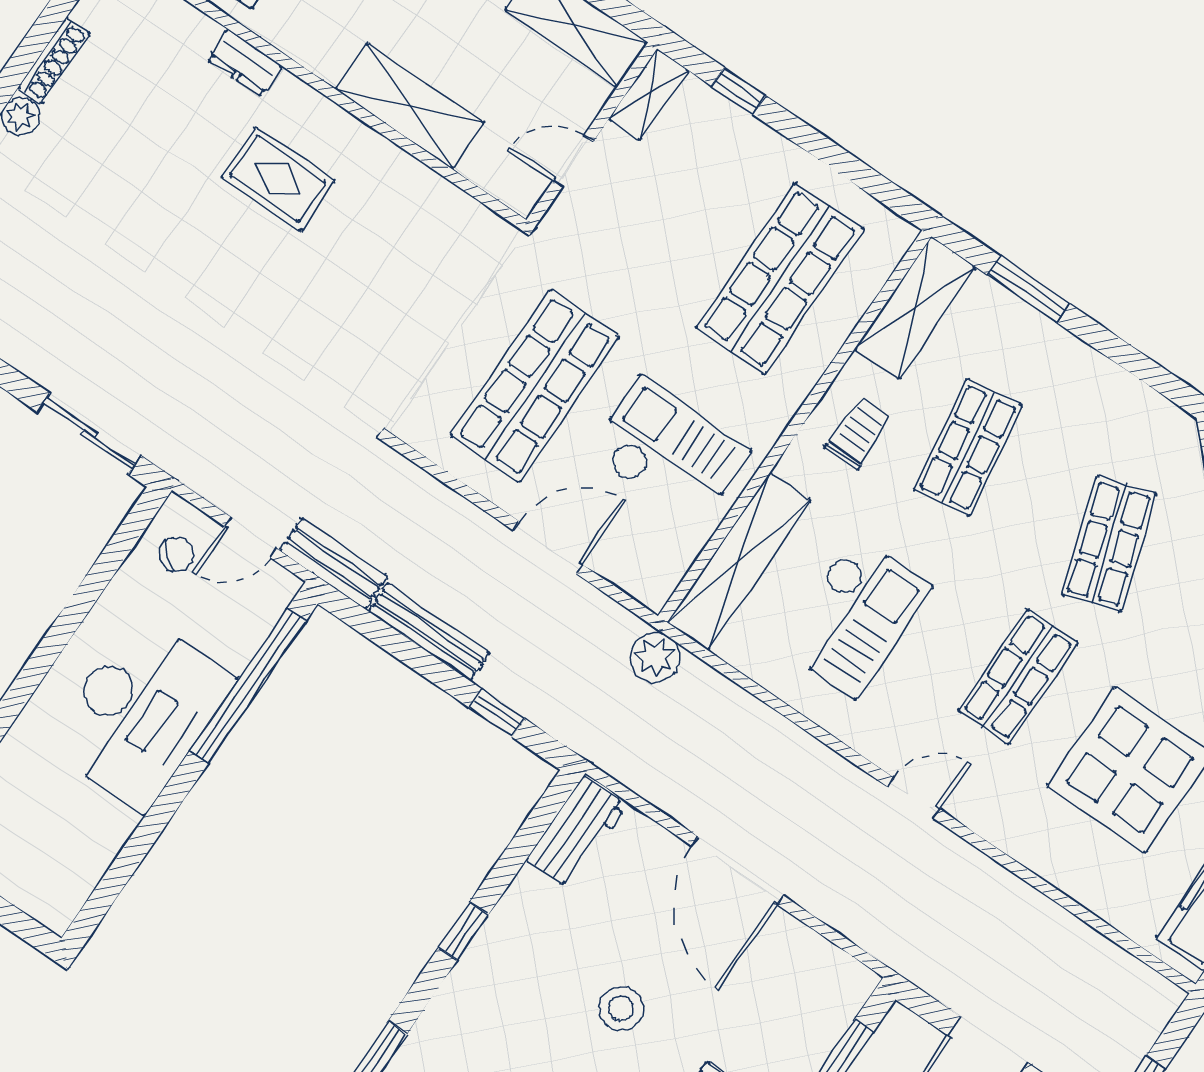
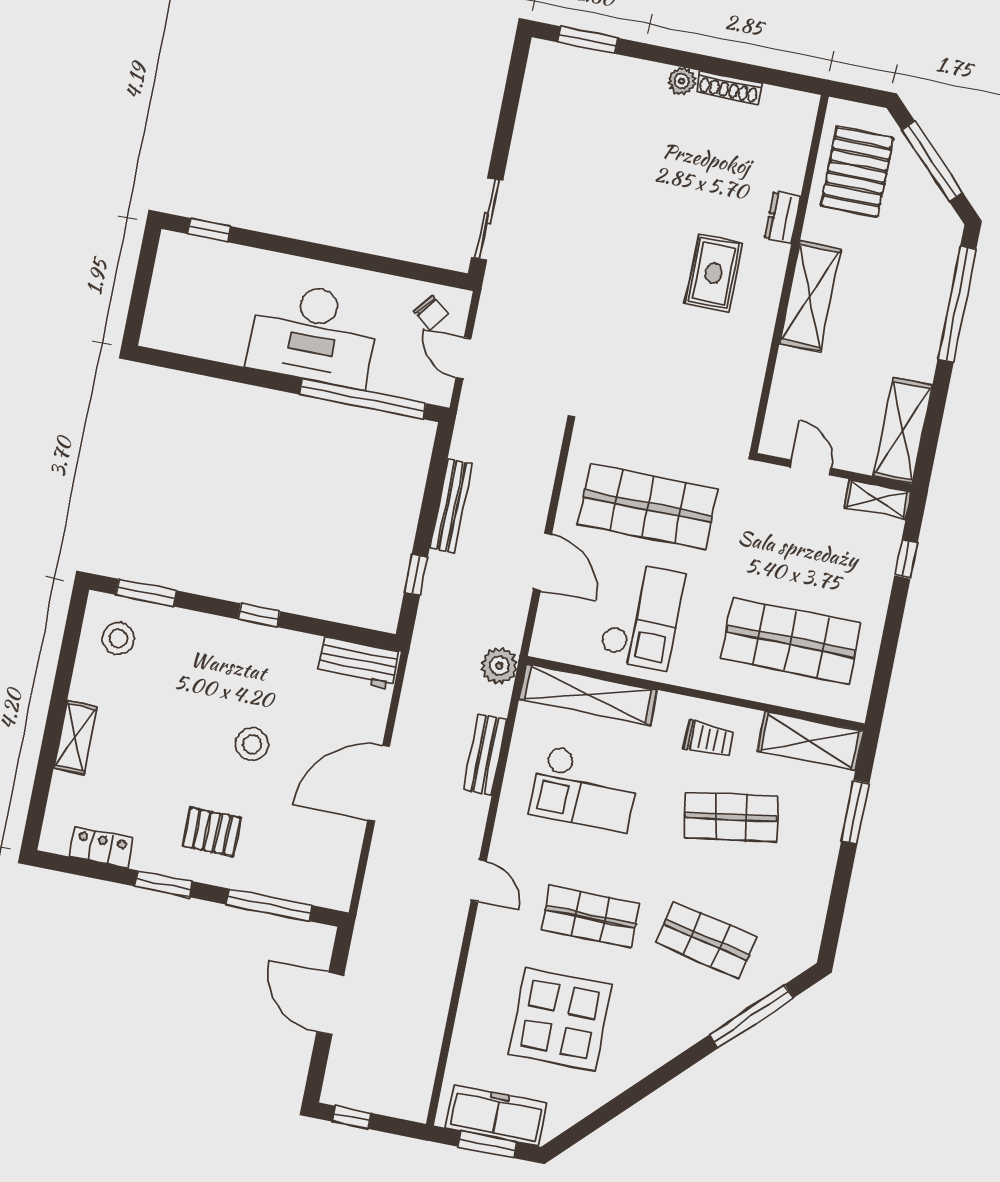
shelving: (410, 106) -> (810, 296), moved
shop shelf: (1109, 544) -> (707, 940), turned 30
bench: (333, 563) -> (485, 755), moved

